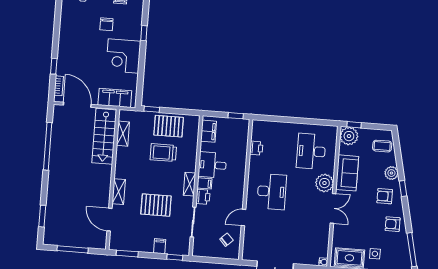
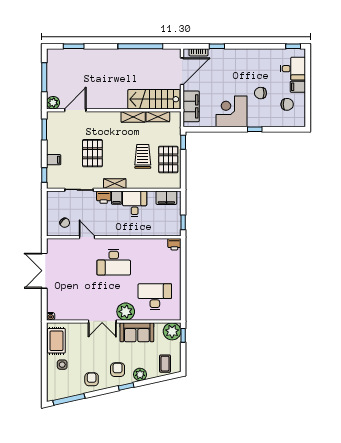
printer: (256, 148) -> (174, 244), moved
shelving: (119, 192) -> (133, 117), moved
plant: (100, 242) -> (53, 103), added

